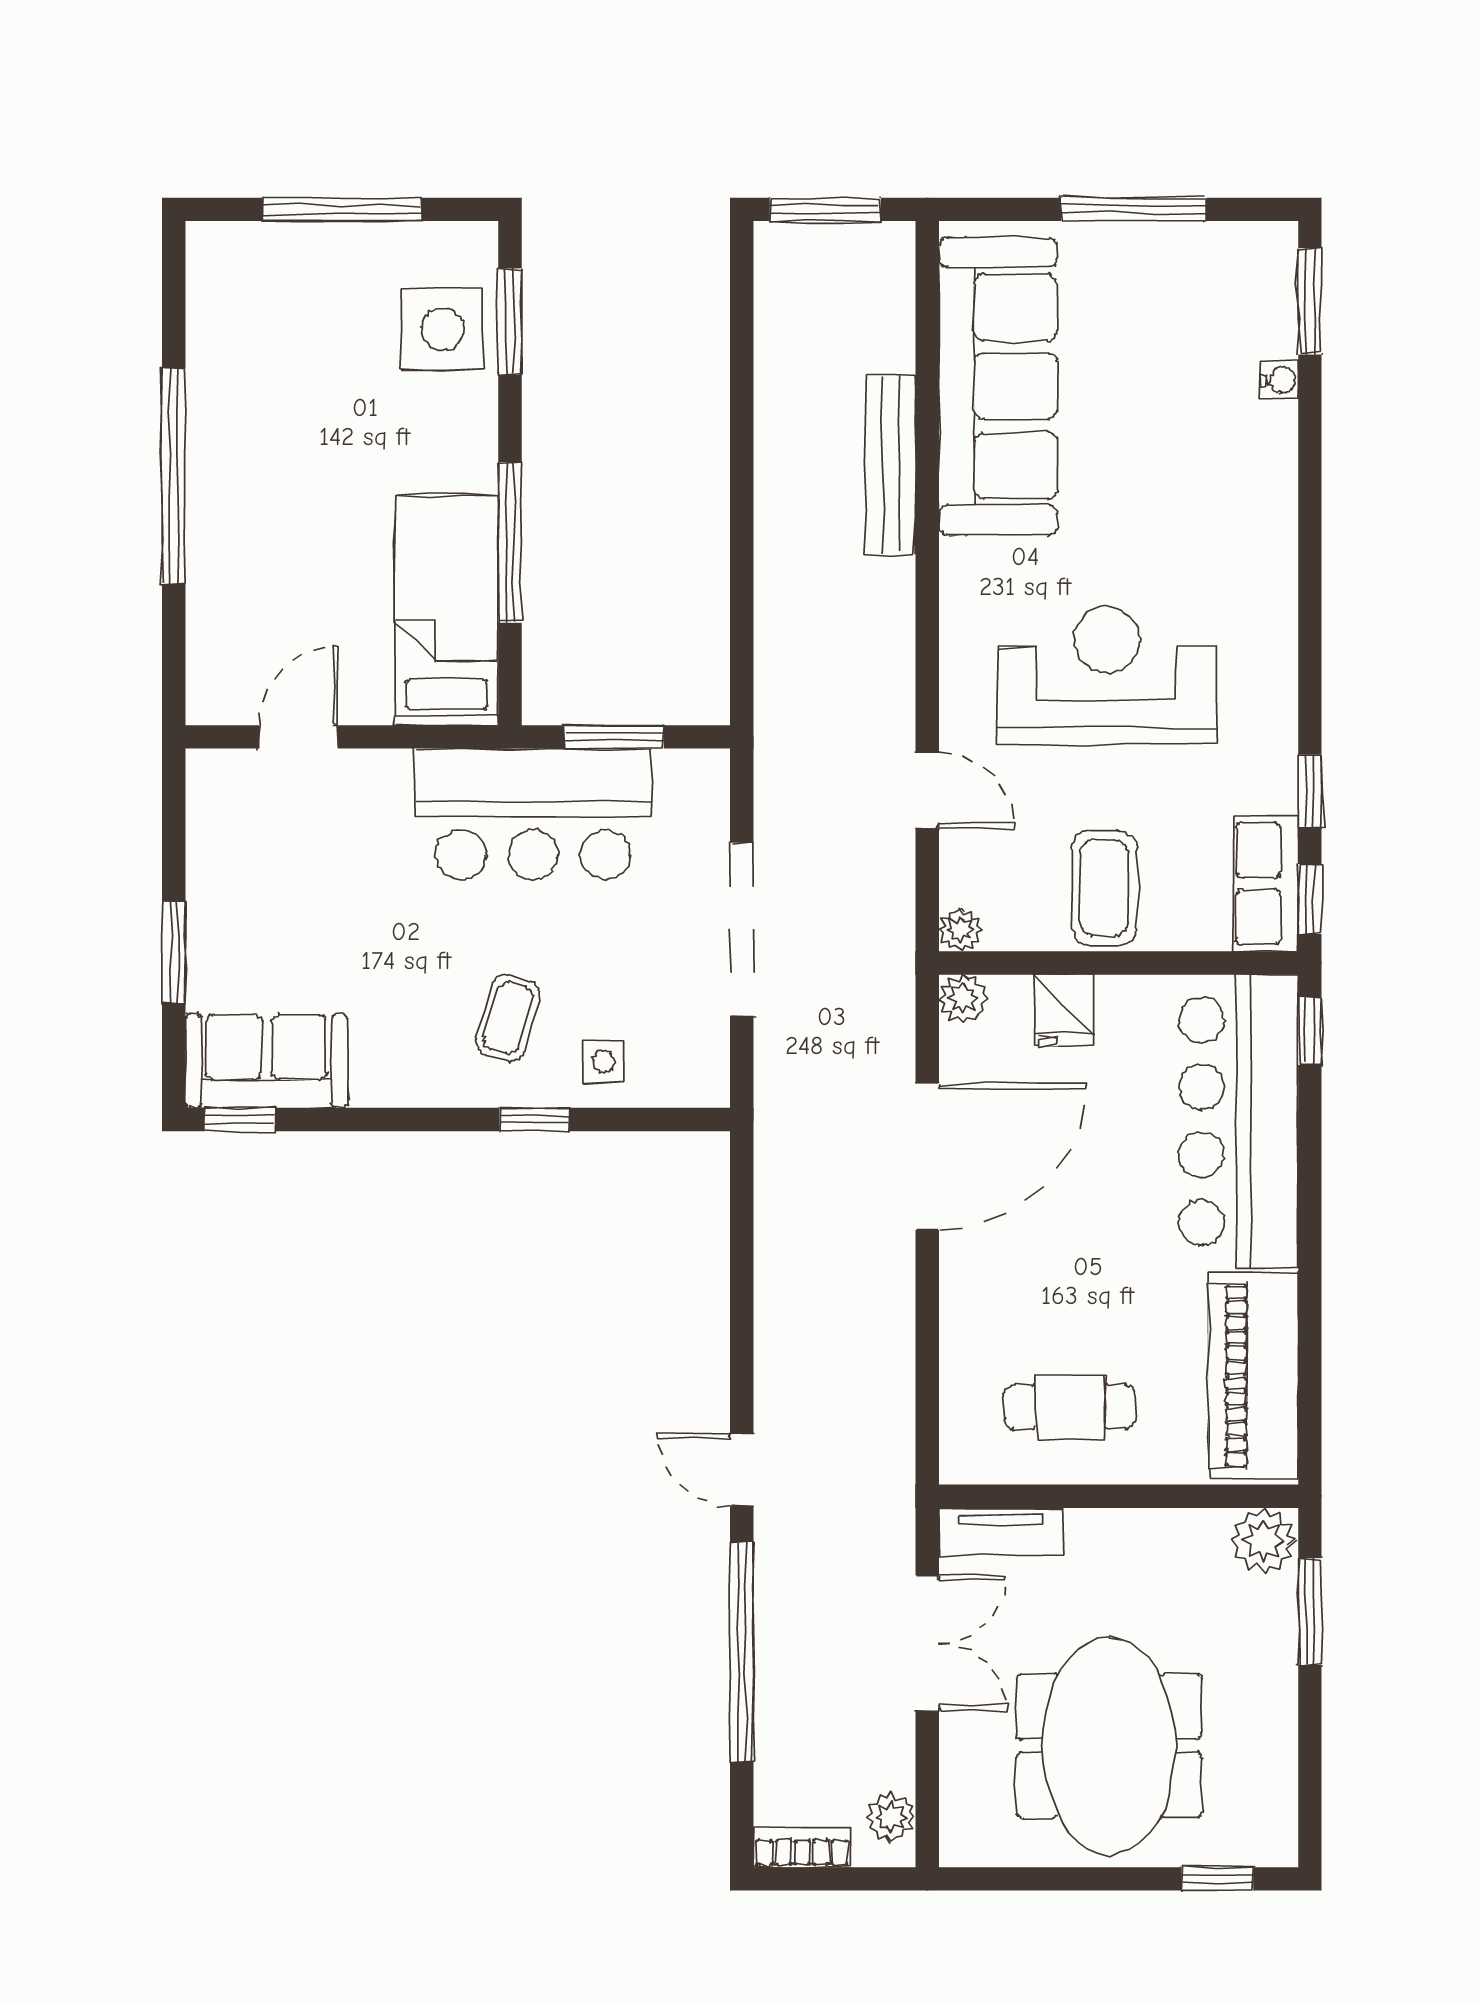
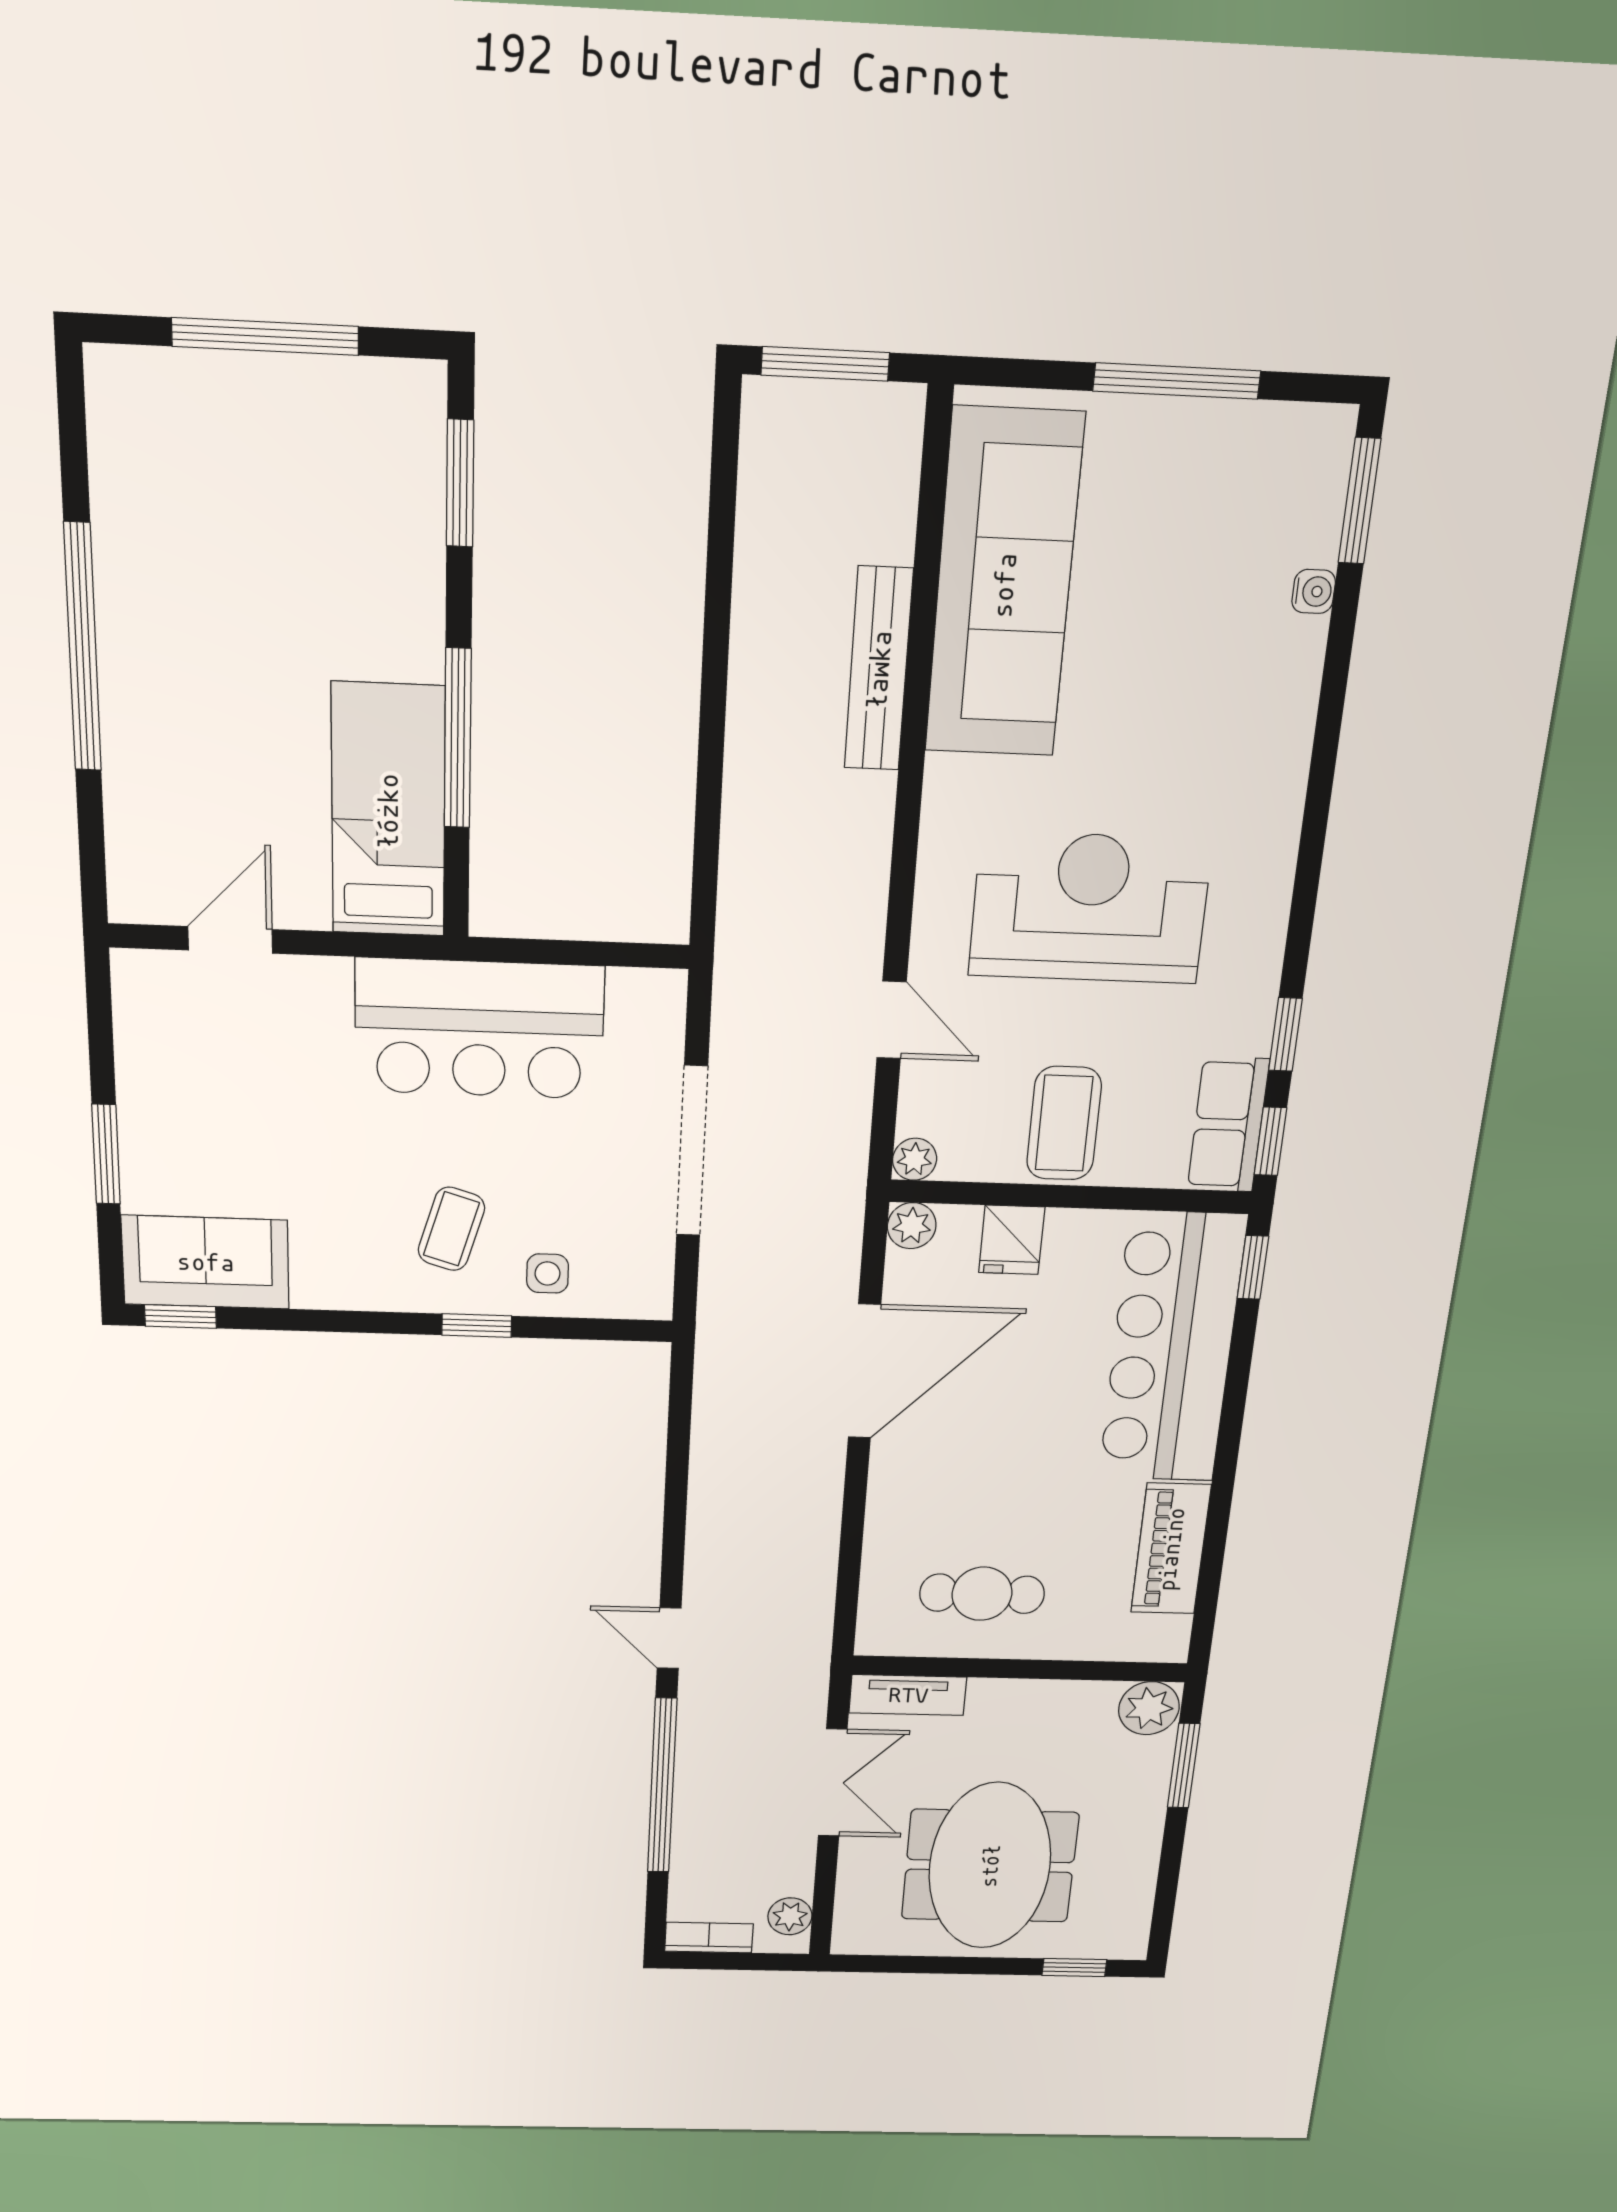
side table: (442, 329) -> (383, 489), removed
window: (614, 737) -> (566, 952), removed
piano: (1253, 1376) -> (1171, 1549), width x0.73, depth x0.75

